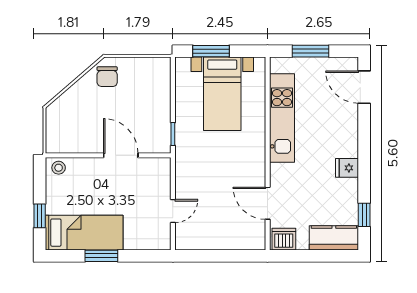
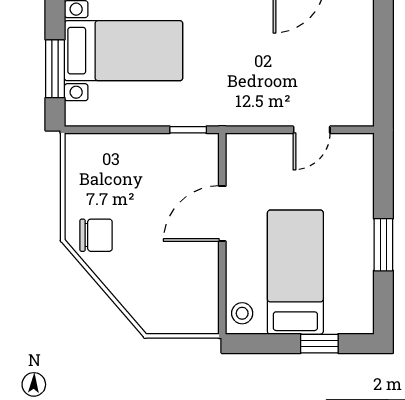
door: (173, 211) -> (312, 130), swing flipped
bed: (84, 233) -> (295, 272), moved

